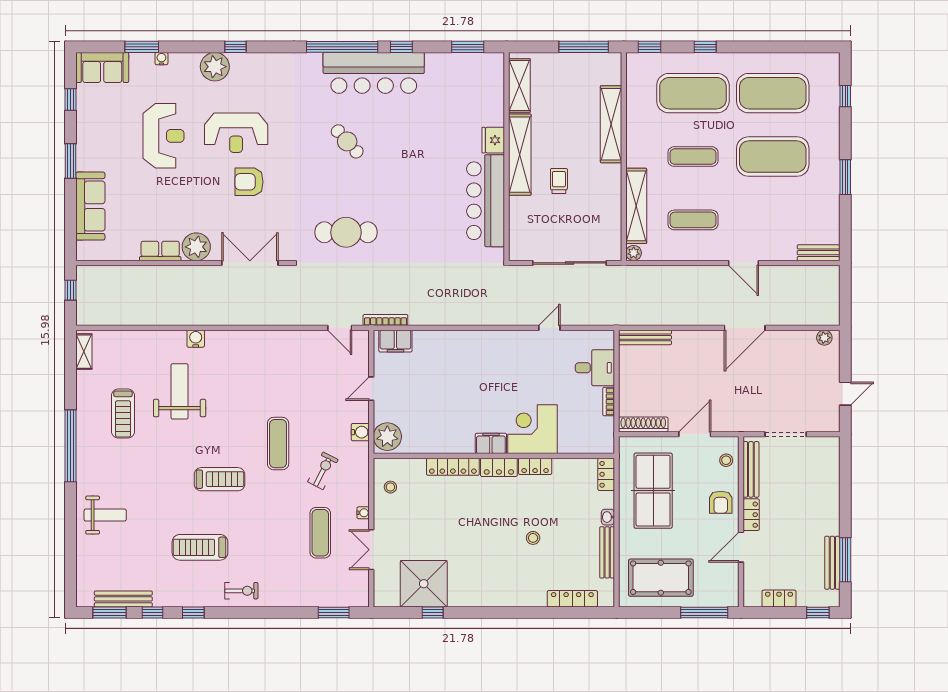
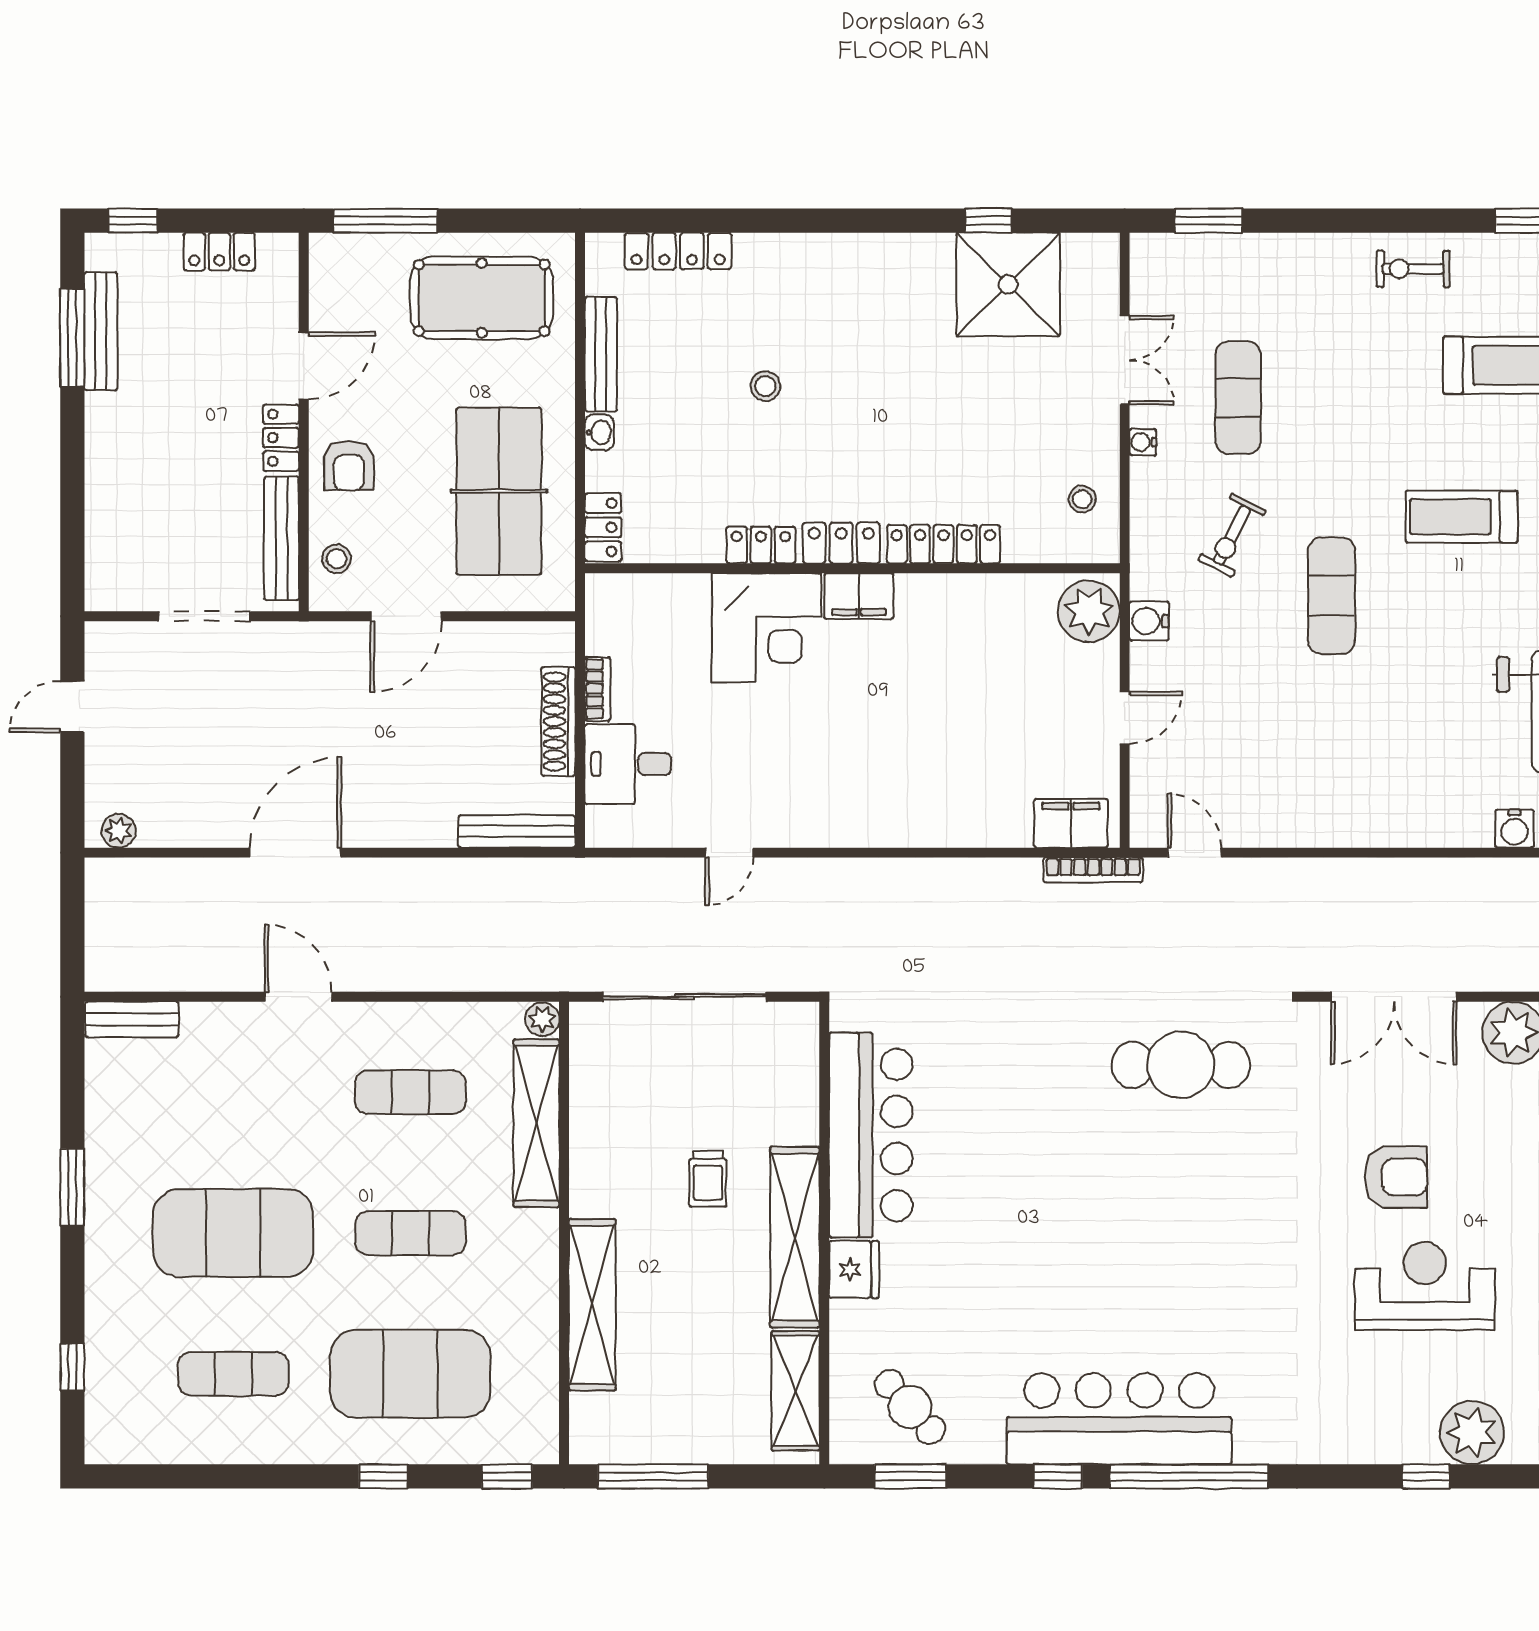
exercise mat: (773, 93) -> (233, 1374), width x0.50, depth x0.69
cafe table: (347, 141) -> (910, 1407), moved
shoe rack: (643, 425) -> (558, 721), moved, turned 90
armchair: (721, 502) -> (349, 466), turned 180

